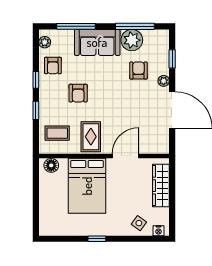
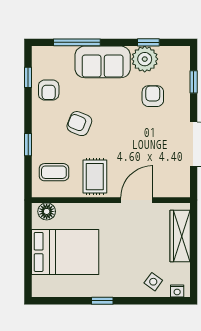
window: (135, 26) -> (148, 42), width x0.46
plant: (45, 42) -> (39, 62), removed
window: (36, 80) -> (28, 77), moved
plant: (164, 81) -> (183, 109), removed
armchair: (78, 93) -> (79, 124), turned 112
bed: (87, 186) -> (65, 252), moved, turned -90

